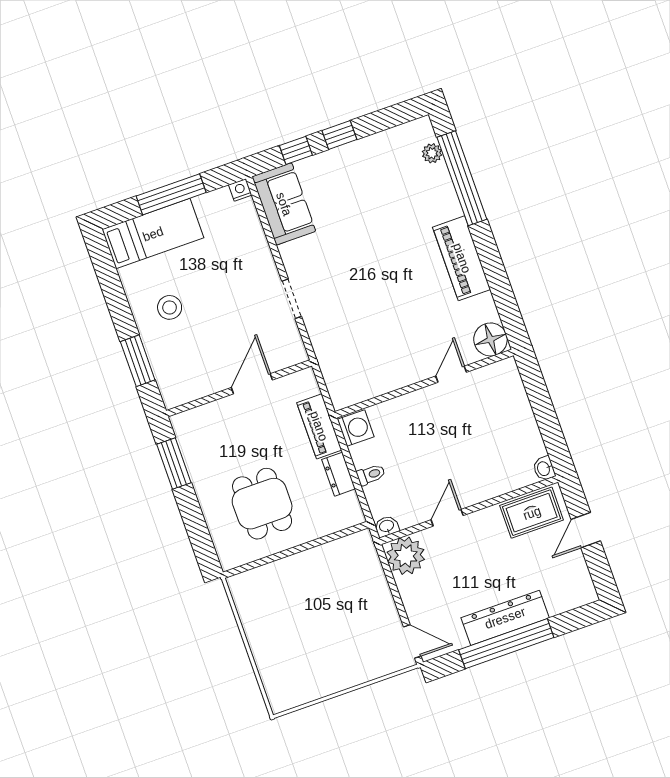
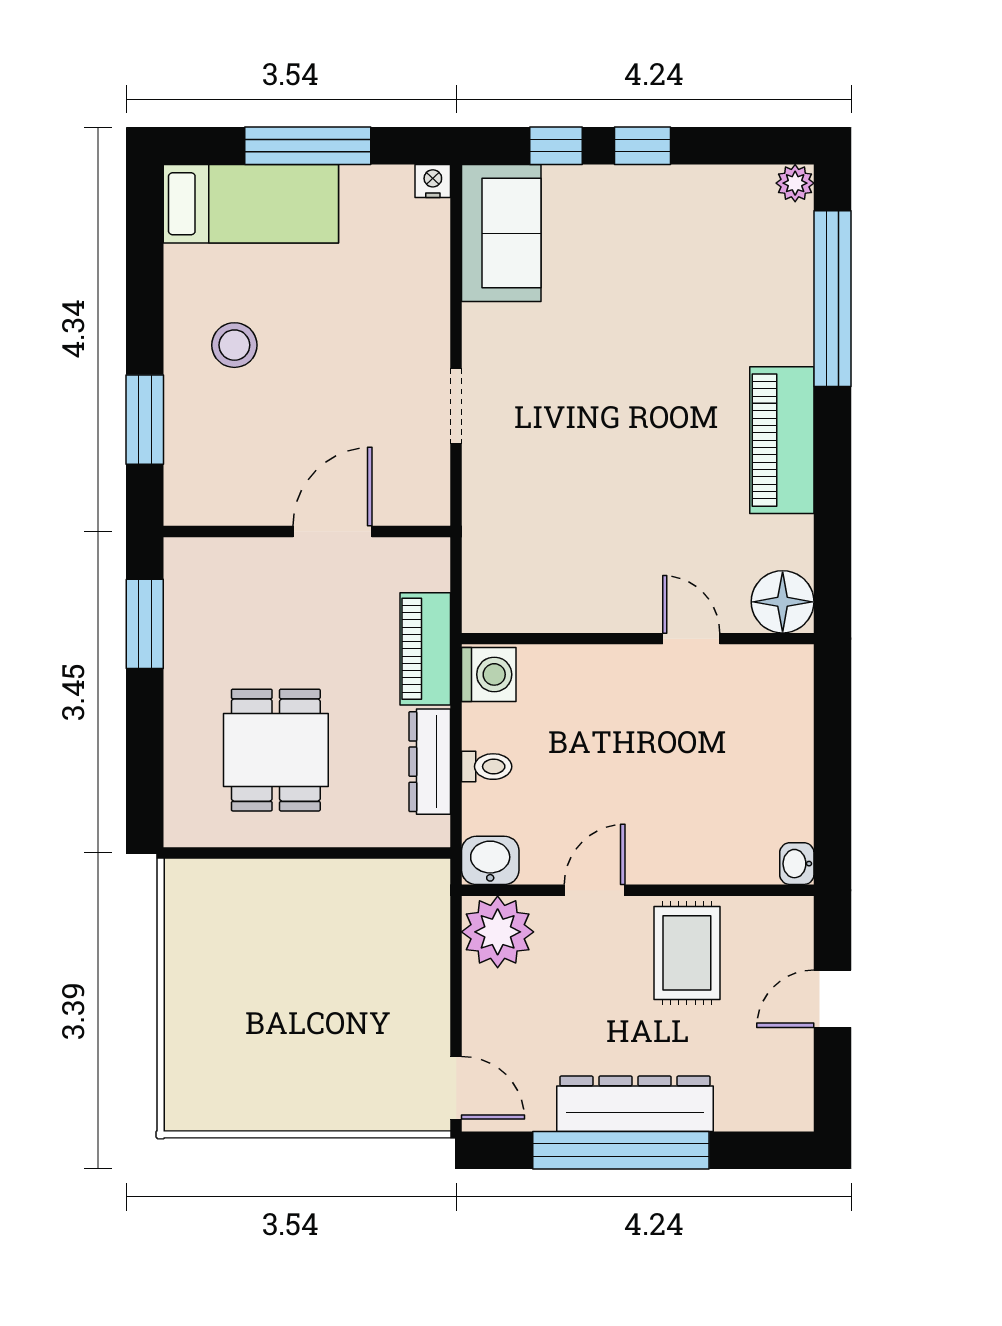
plant: (432, 153) -> (795, 183), moved
door: (451, 374) -> (691, 639), hinge flipped
dresser: (339, 474) -> (430, 762), width x1.44
rug: (532, 513) -> (687, 953), moved, turned 90
washbasin: (387, 526) -> (490, 860), width x1.38, depth x1.45

